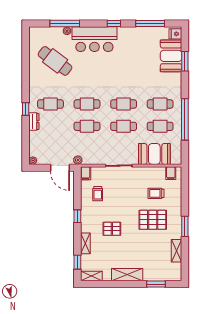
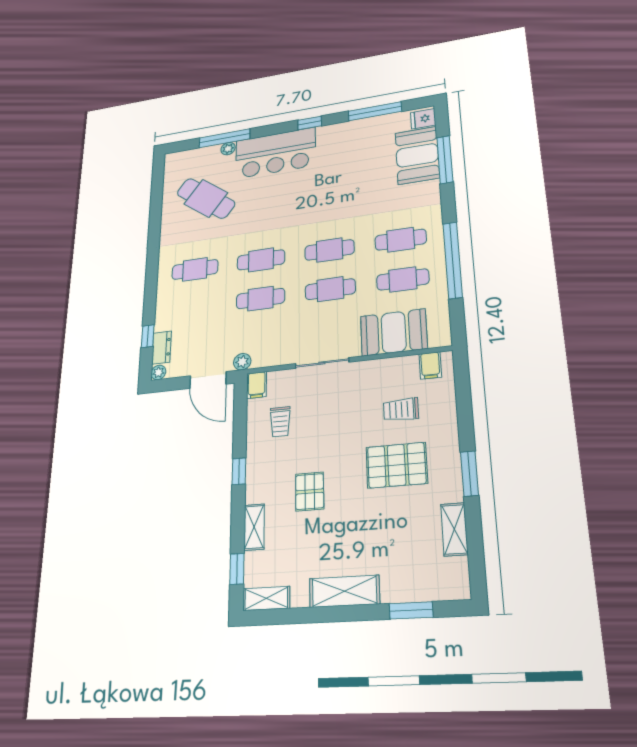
window: (185, 61) -> (445, 160), width x1.44
window: (26, 109) -> (148, 336), moved
dresser: (34, 122) -> (162, 348), moved
pallet: (112, 229) -> (310, 492), turned 90

